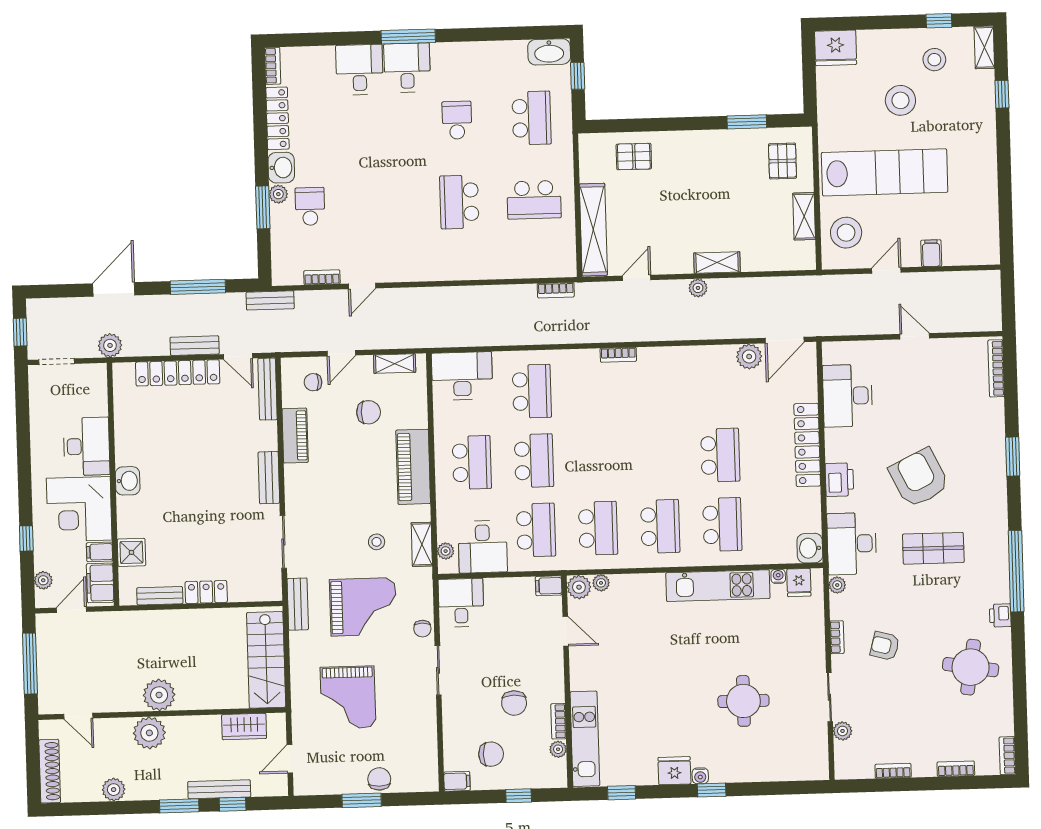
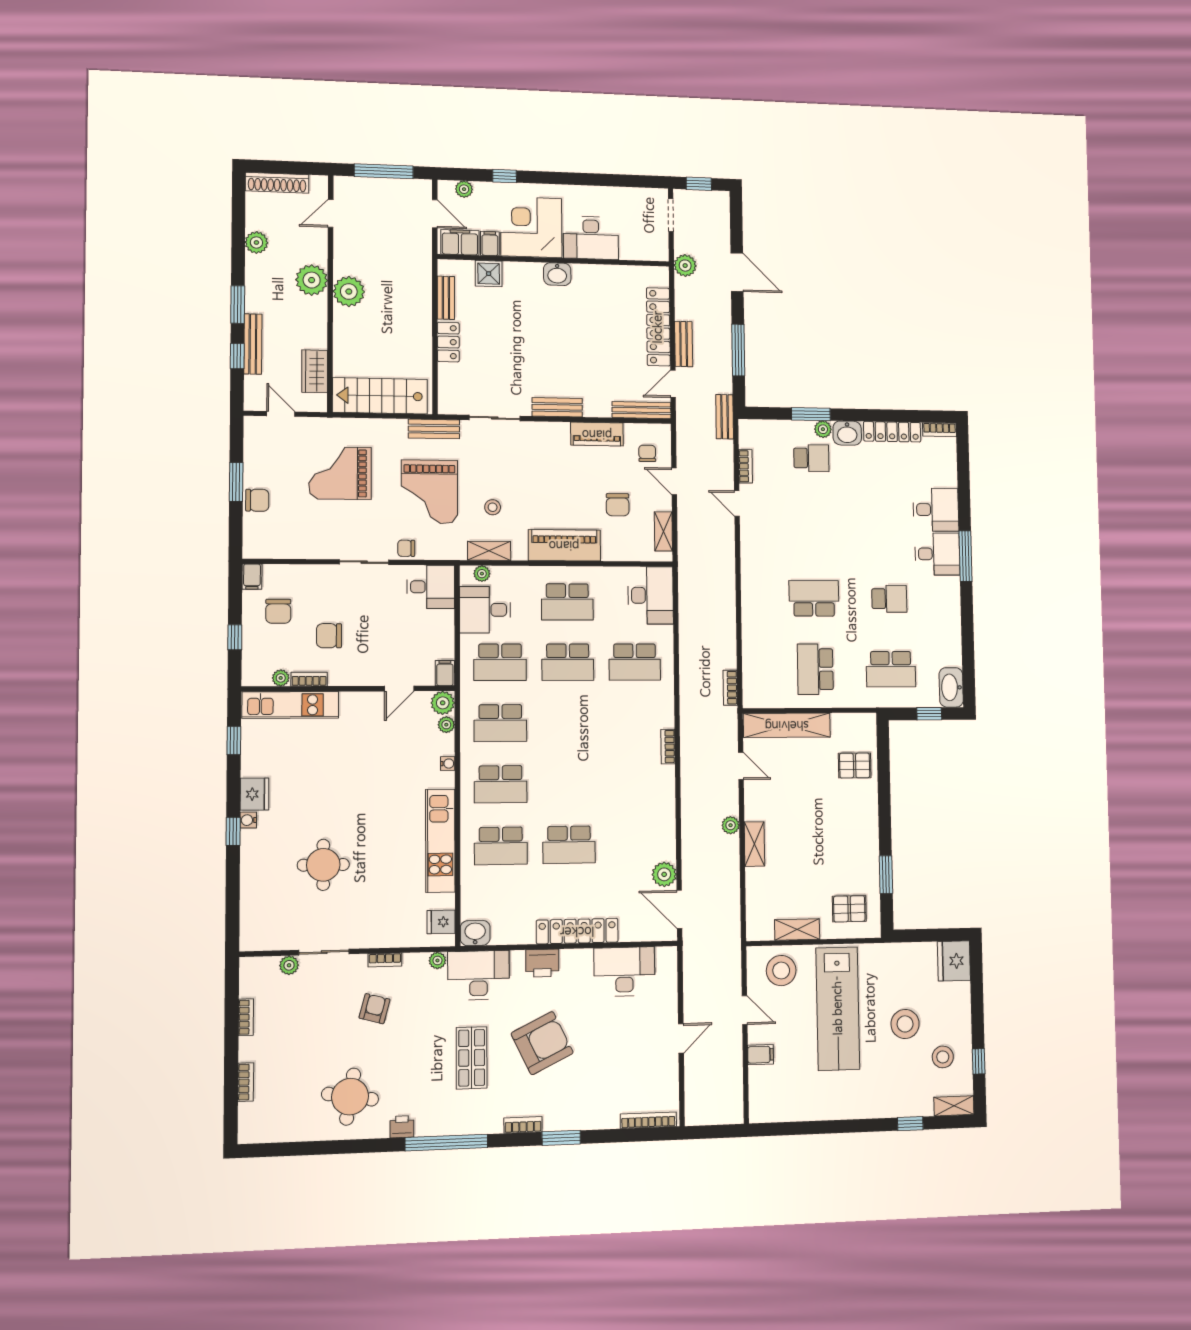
pallet: (634, 157) -> (855, 766), turned 90
water cooler: (778, 576) -> (448, 764), moved
bookcase: (1007, 756) -> (523, 1125), moved

